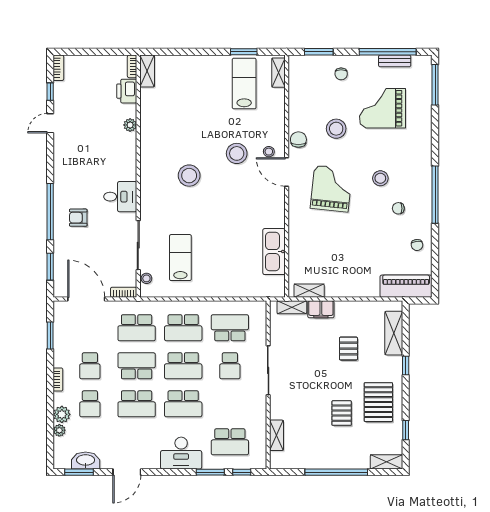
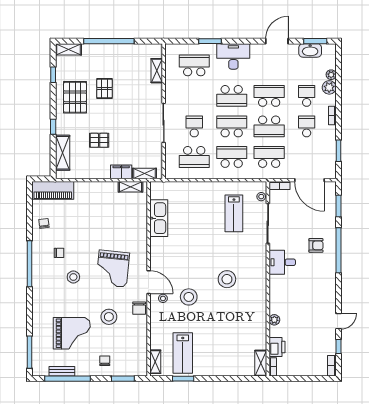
pallet: (348, 349) -> (99, 140), turned 90
school desk: (183, 404) -> (232, 96), turned 180
window: (242, 472) -> (185, 41), removed

